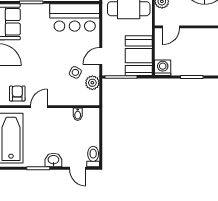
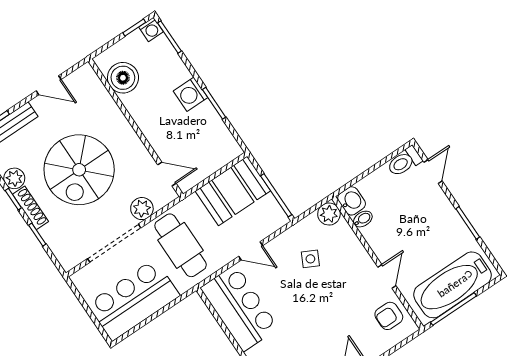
door: (101, 56) -> (251, 251), moved
washing machine: (163, 68) -> (191, 94), moved
plant: (92, 83) -> (329, 214), moved
door: (39, 107) -> (387, 276), swing flipped
washbasin: (53, 160) -> (352, 201), moved, turned 180

